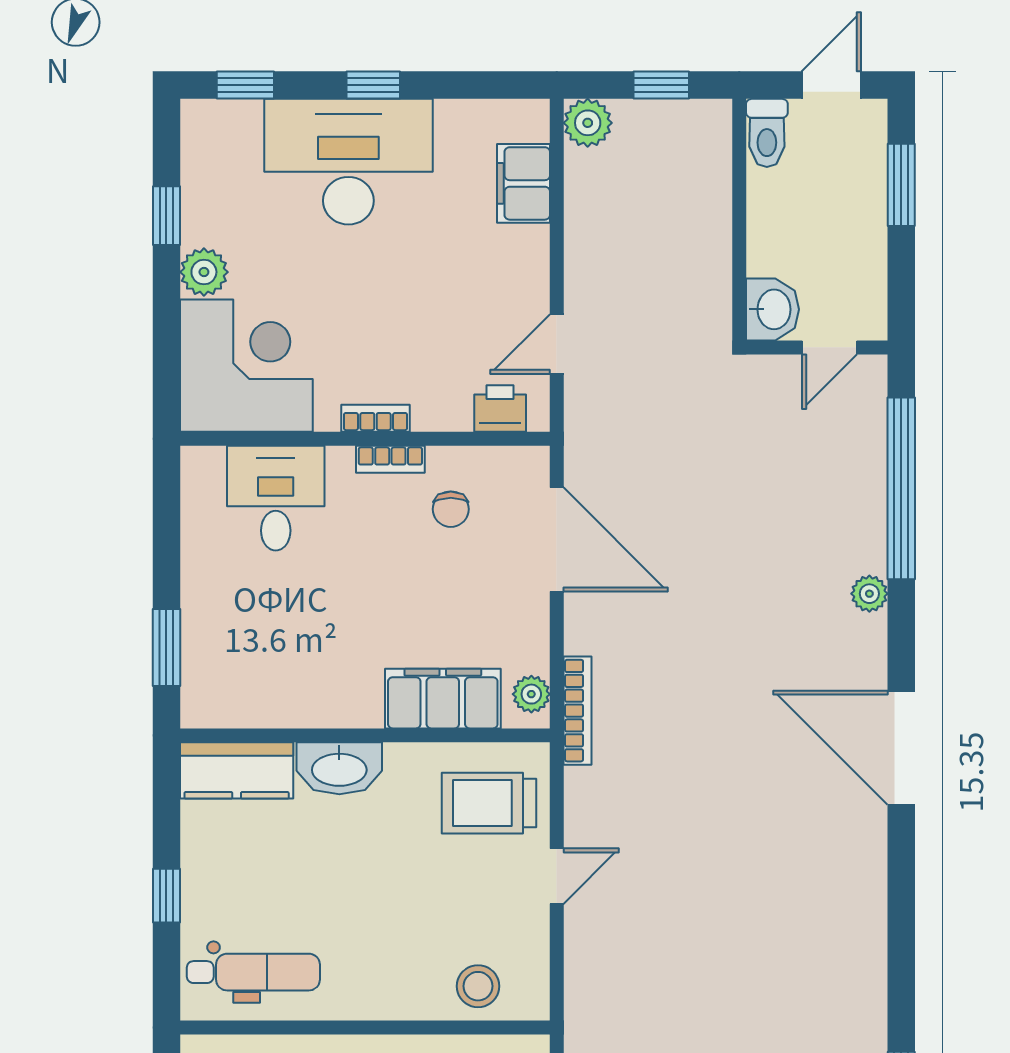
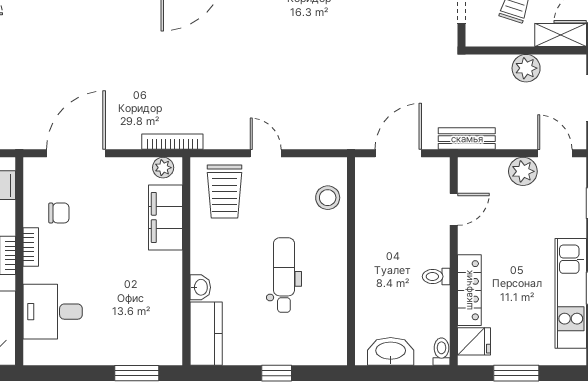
washbasin: (339, 768) -> (200, 287), width x0.52, depth x0.69
dental chair: (253, 972) -> (284, 275), moved

